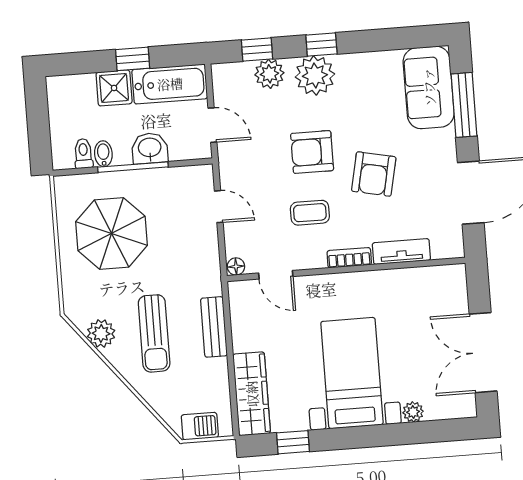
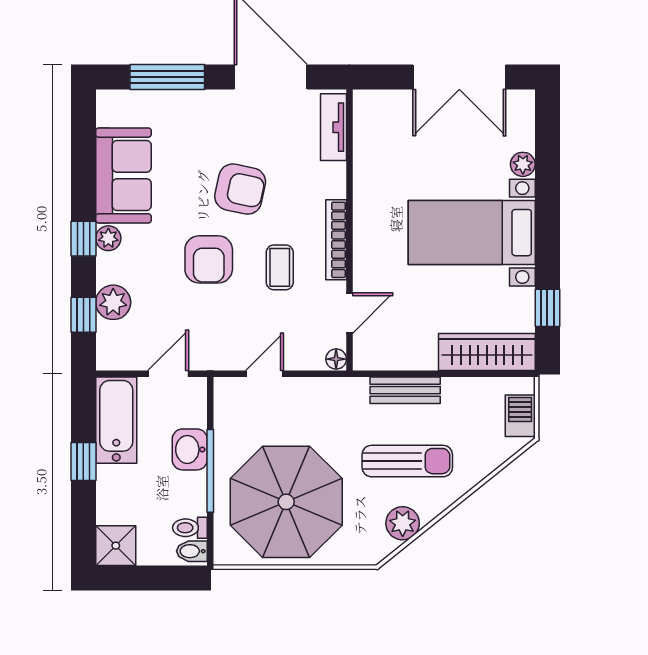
plant: (315, 75) -> (108, 238), width x0.53, depth x0.53
sofa: (429, 87) -> (123, 175), moved, turned -90
shower: (114, 88) -> (116, 546), moved
bidet: (103, 154) -> (192, 551), moved
parasol: (112, 233) -> (286, 502), width x1.36, depth x1.36
tv unit: (401, 252) -> (334, 127), moved
bookcase: (349, 258) -> (336, 240), width x1.56

